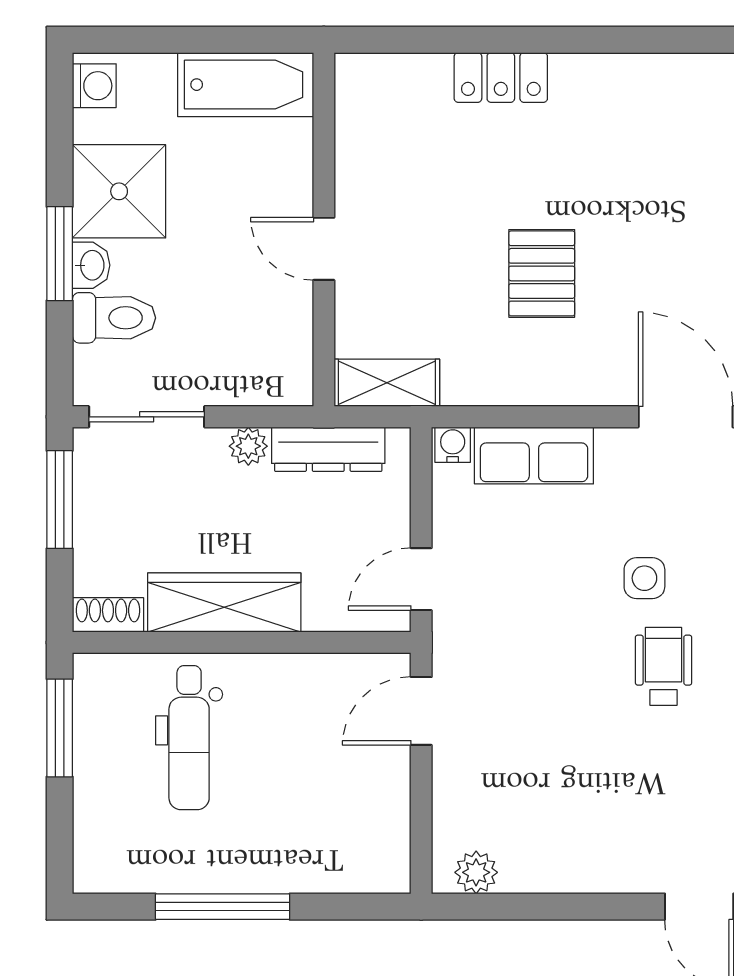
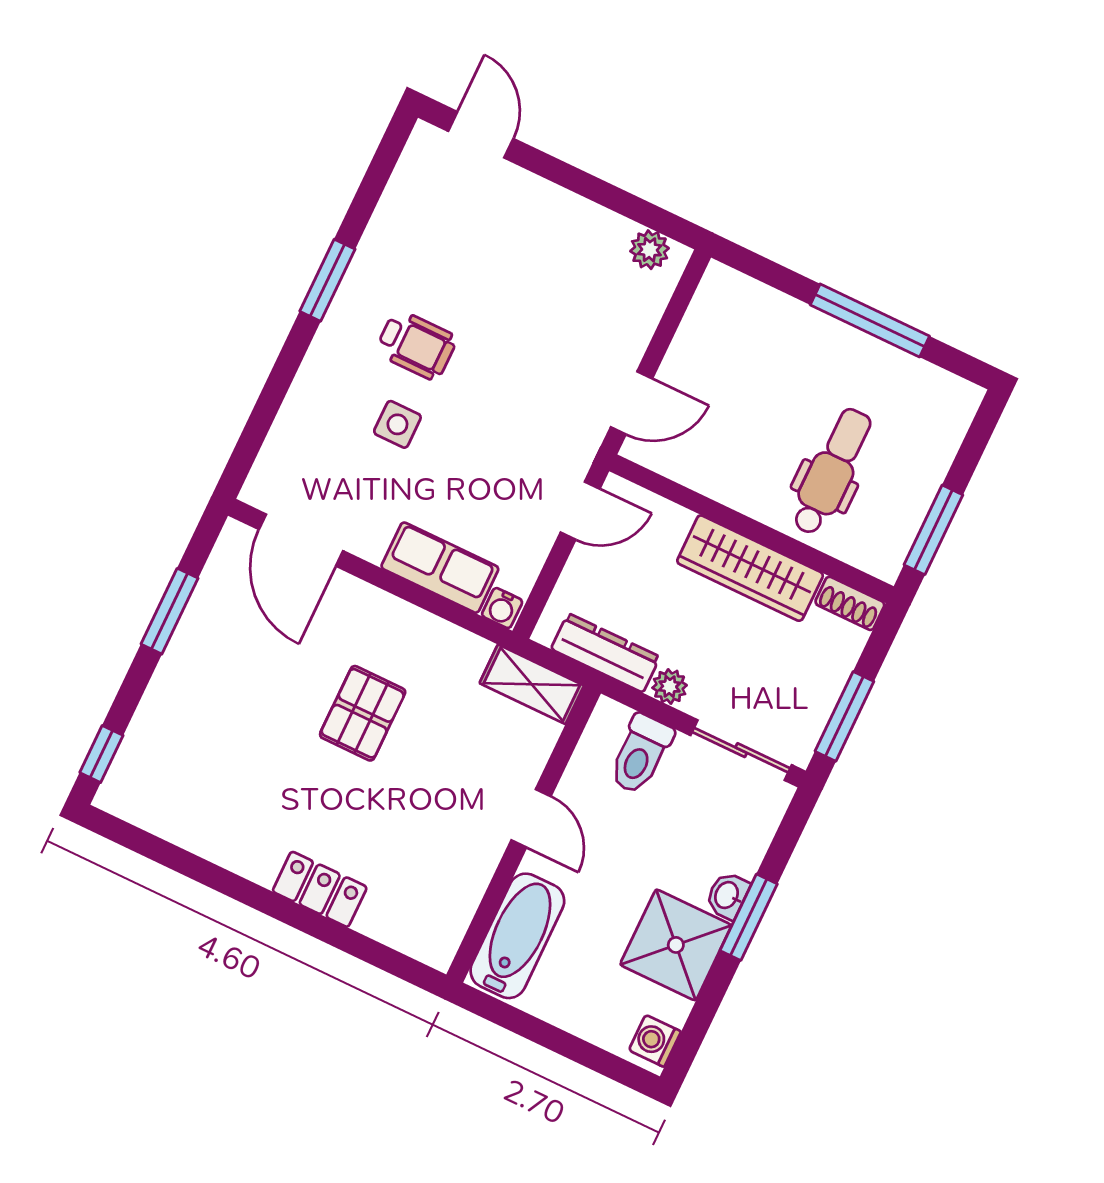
bathtub: (246, 85) -> (517, 936), moved, turned 90
toilet: (114, 318) -> (641, 754), moved, turned -90
wheelchair: (664, 666) -> (416, 345), turned -90

